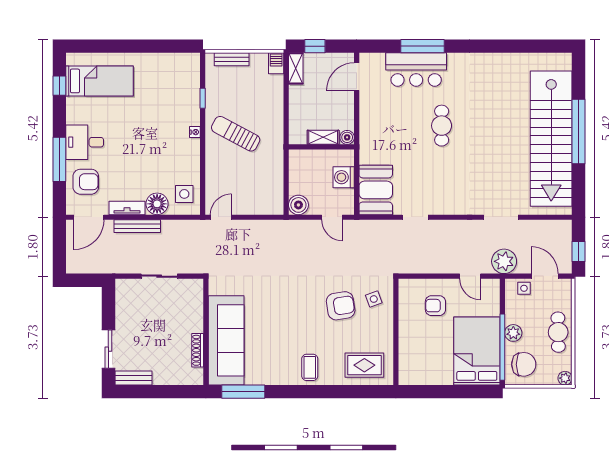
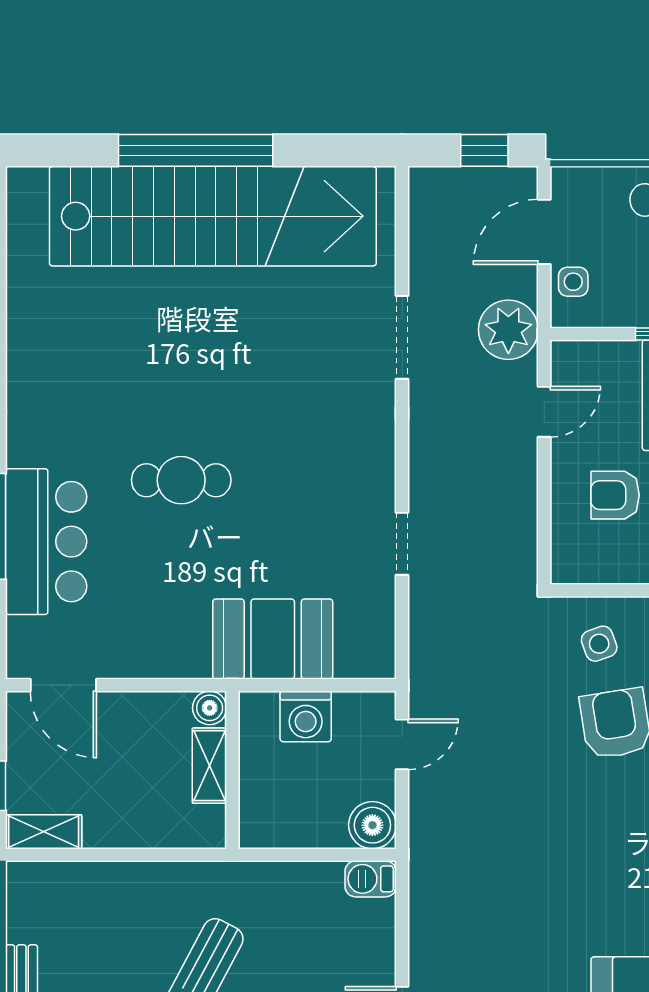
barbecue: (276, 63) -> (371, 879), moved
booth: (376, 190) -> (273, 639), moved
armchair: (435, 306) -> (615, 495), turned 90

